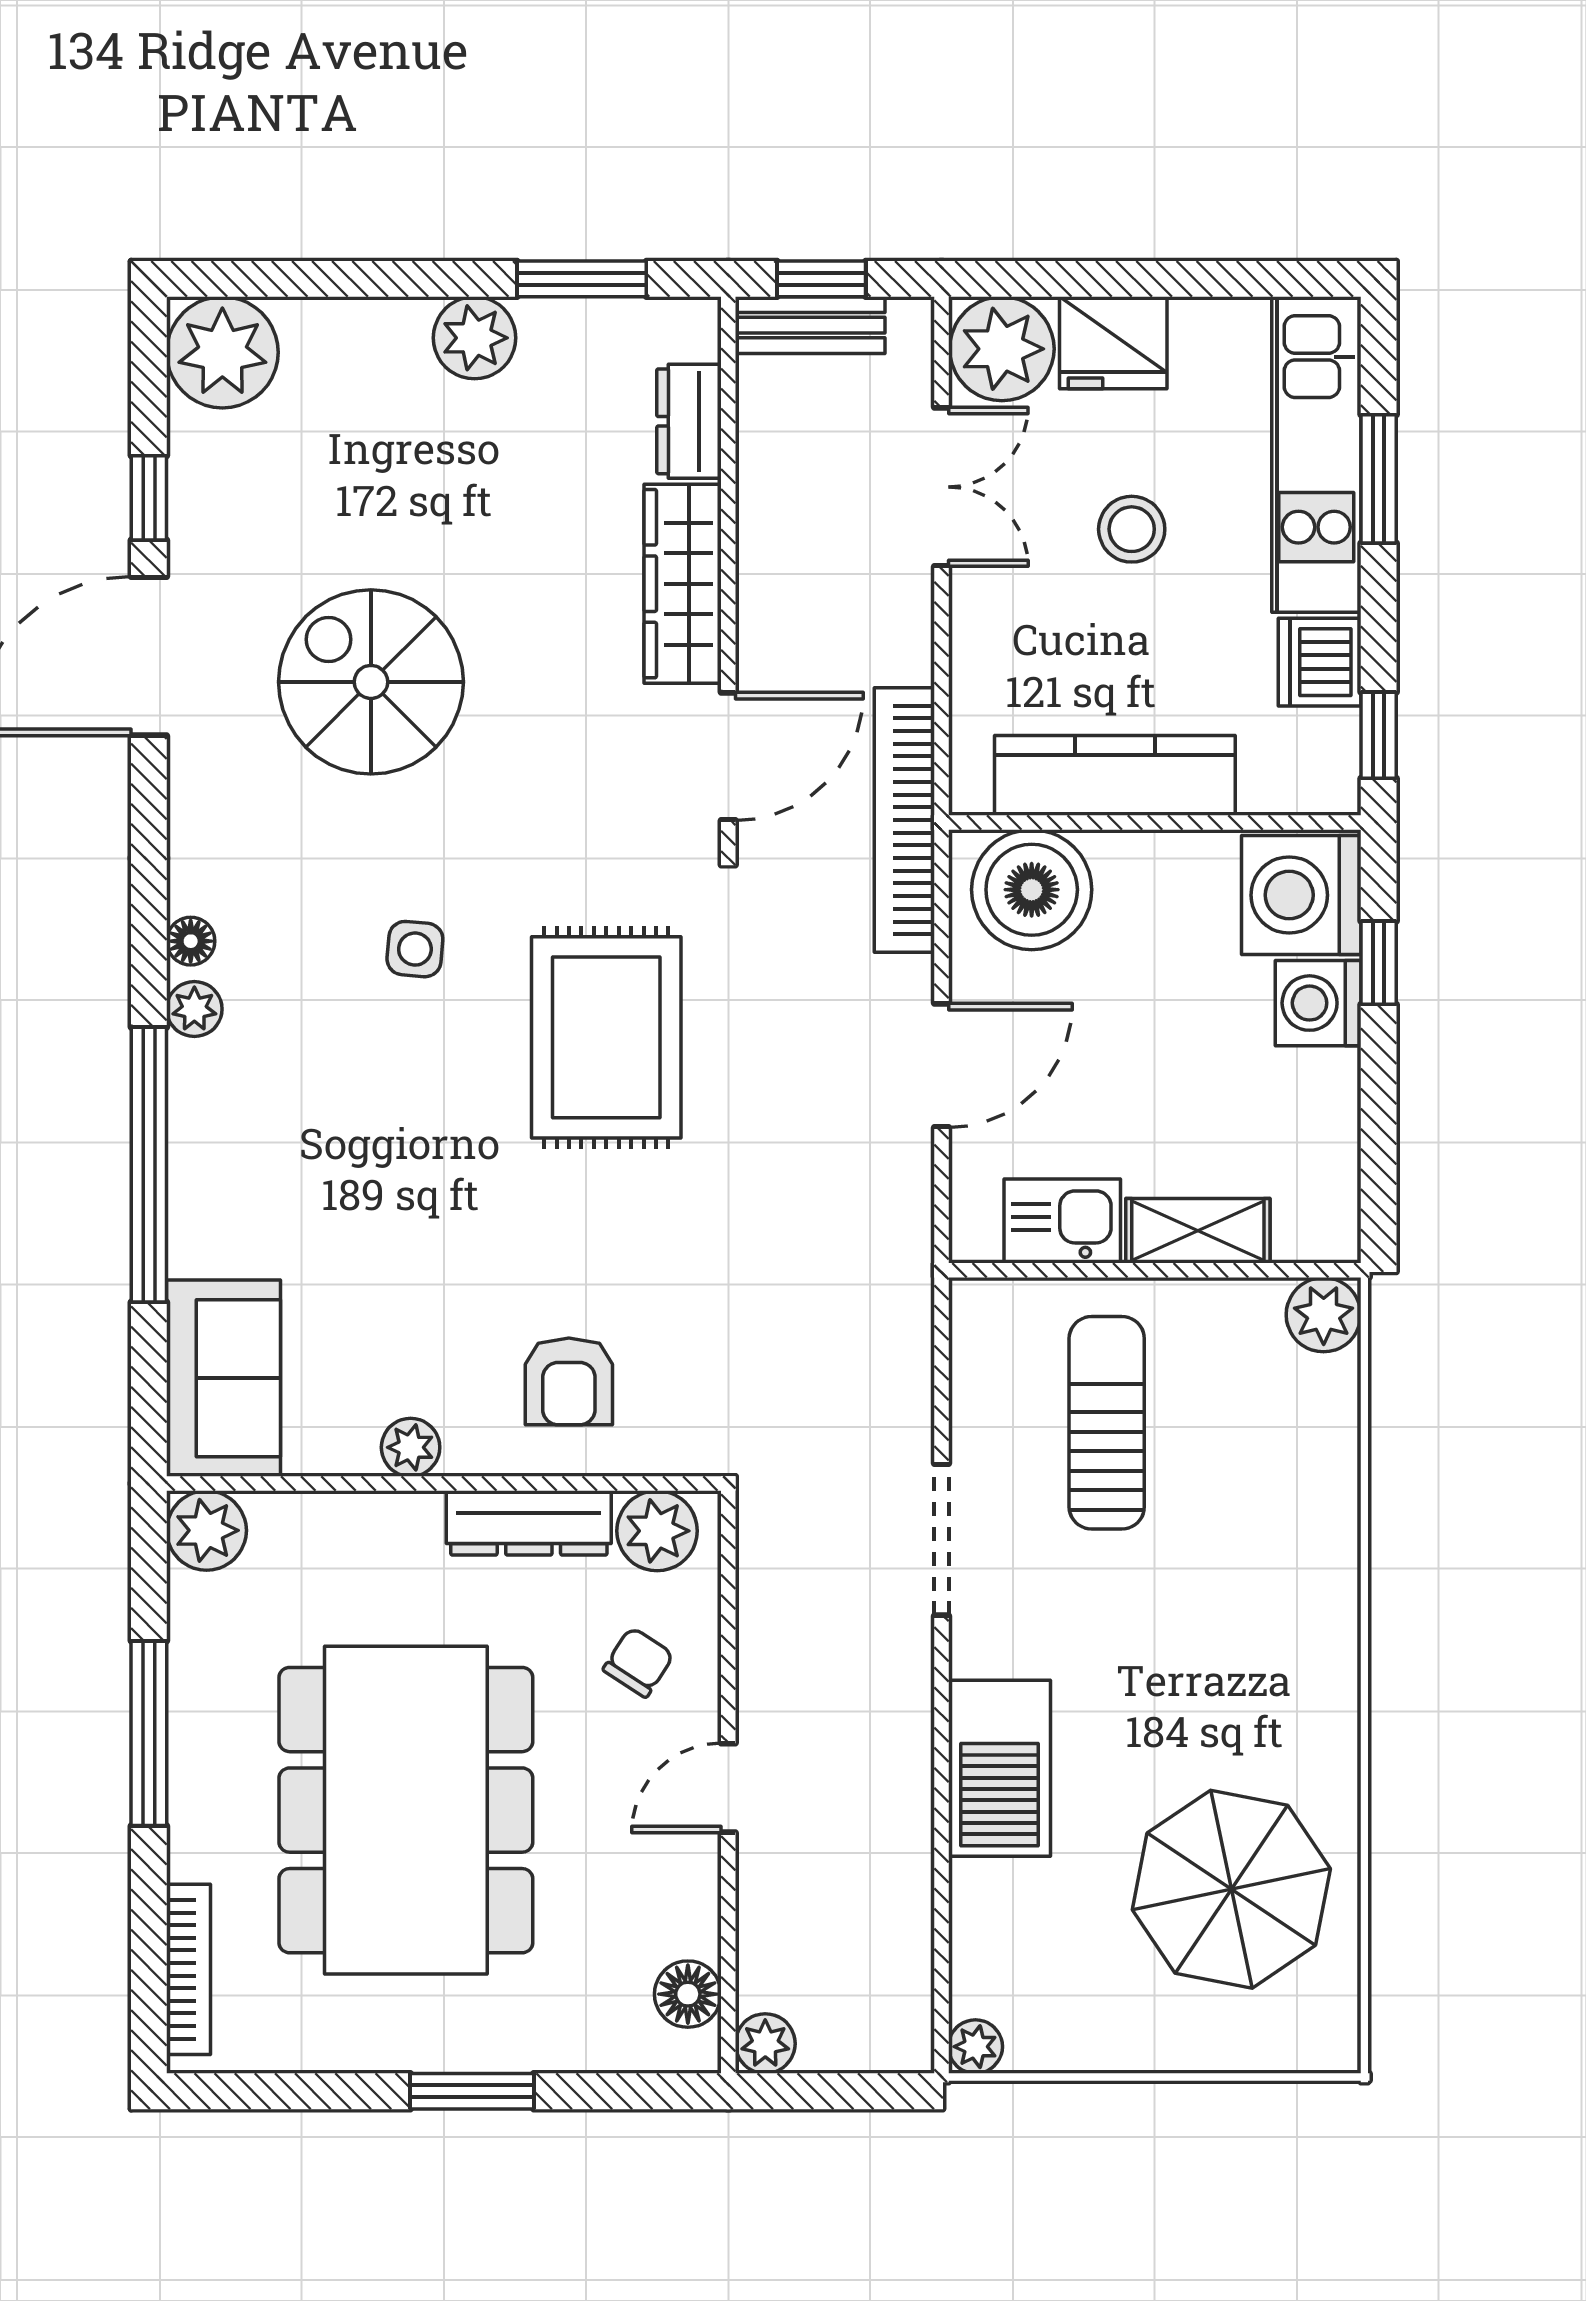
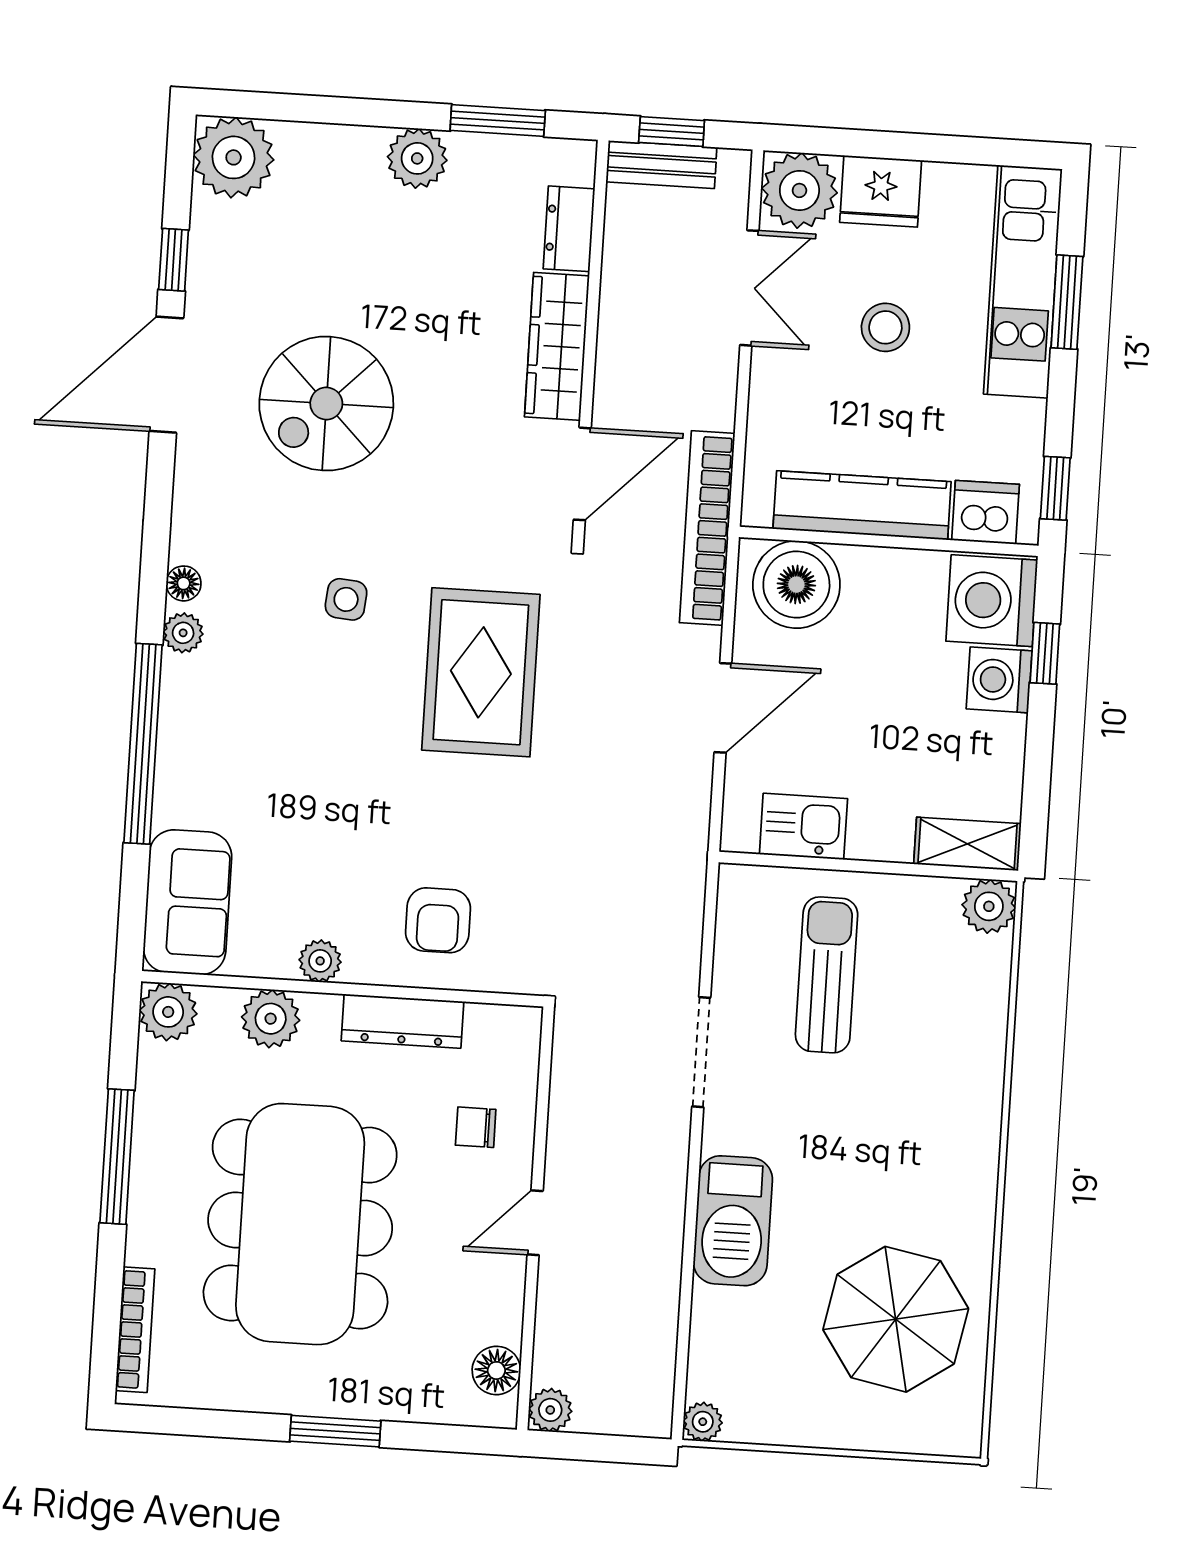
dishwasher: (1320, 662) -> (986, 512), moved, turned 90
spiral stairs: (371, 682) -> (326, 404), turned -90
shelving: (1198, 1231) -> (967, 844), moved
plant: (657, 1531) -> (271, 1019), moved
chair: (638, 1662) -> (476, 1127), turned -123

